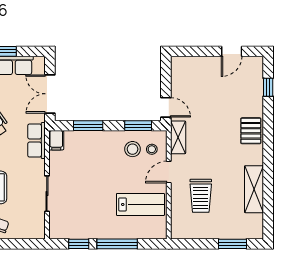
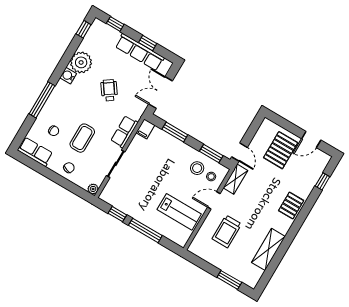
pallet: (207, 81) -> (281, 150), added
row of seats: (36, 141) -> (124, 132), moved
plant: (39, 233) -> (93, 189), added

